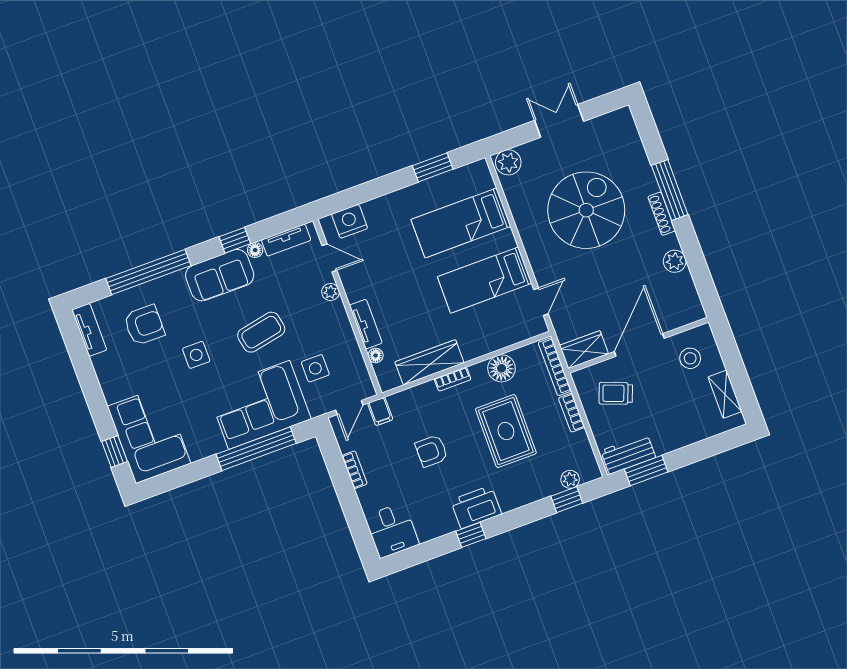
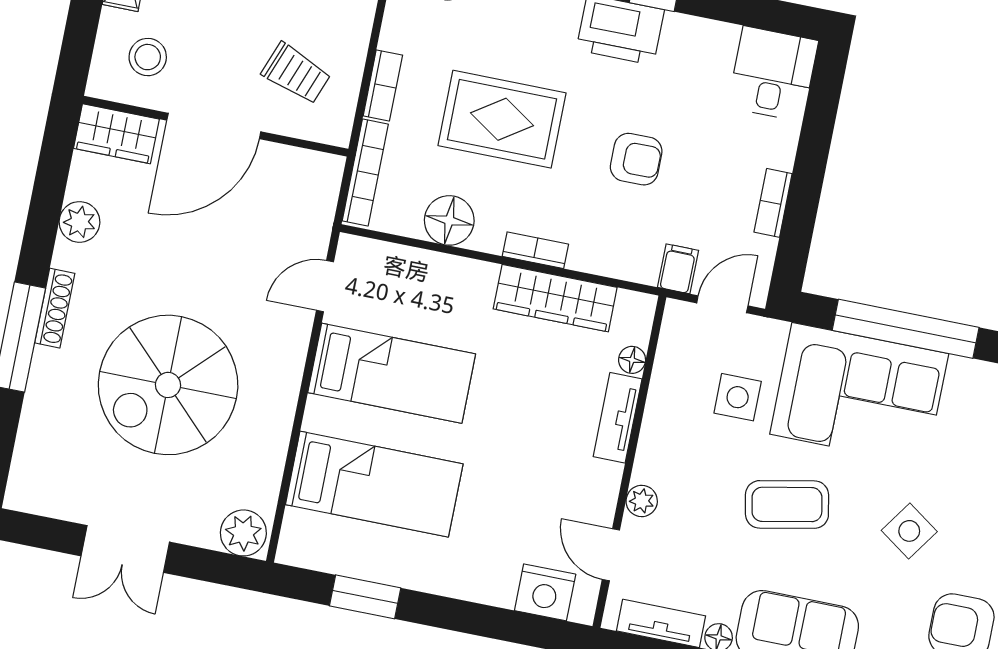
wardrobe: (584, 350) -> (116, 134), moved
side table: (196, 355) -> (909, 531), turned 35
rug: (506, 431) -> (502, 119), turned 90

